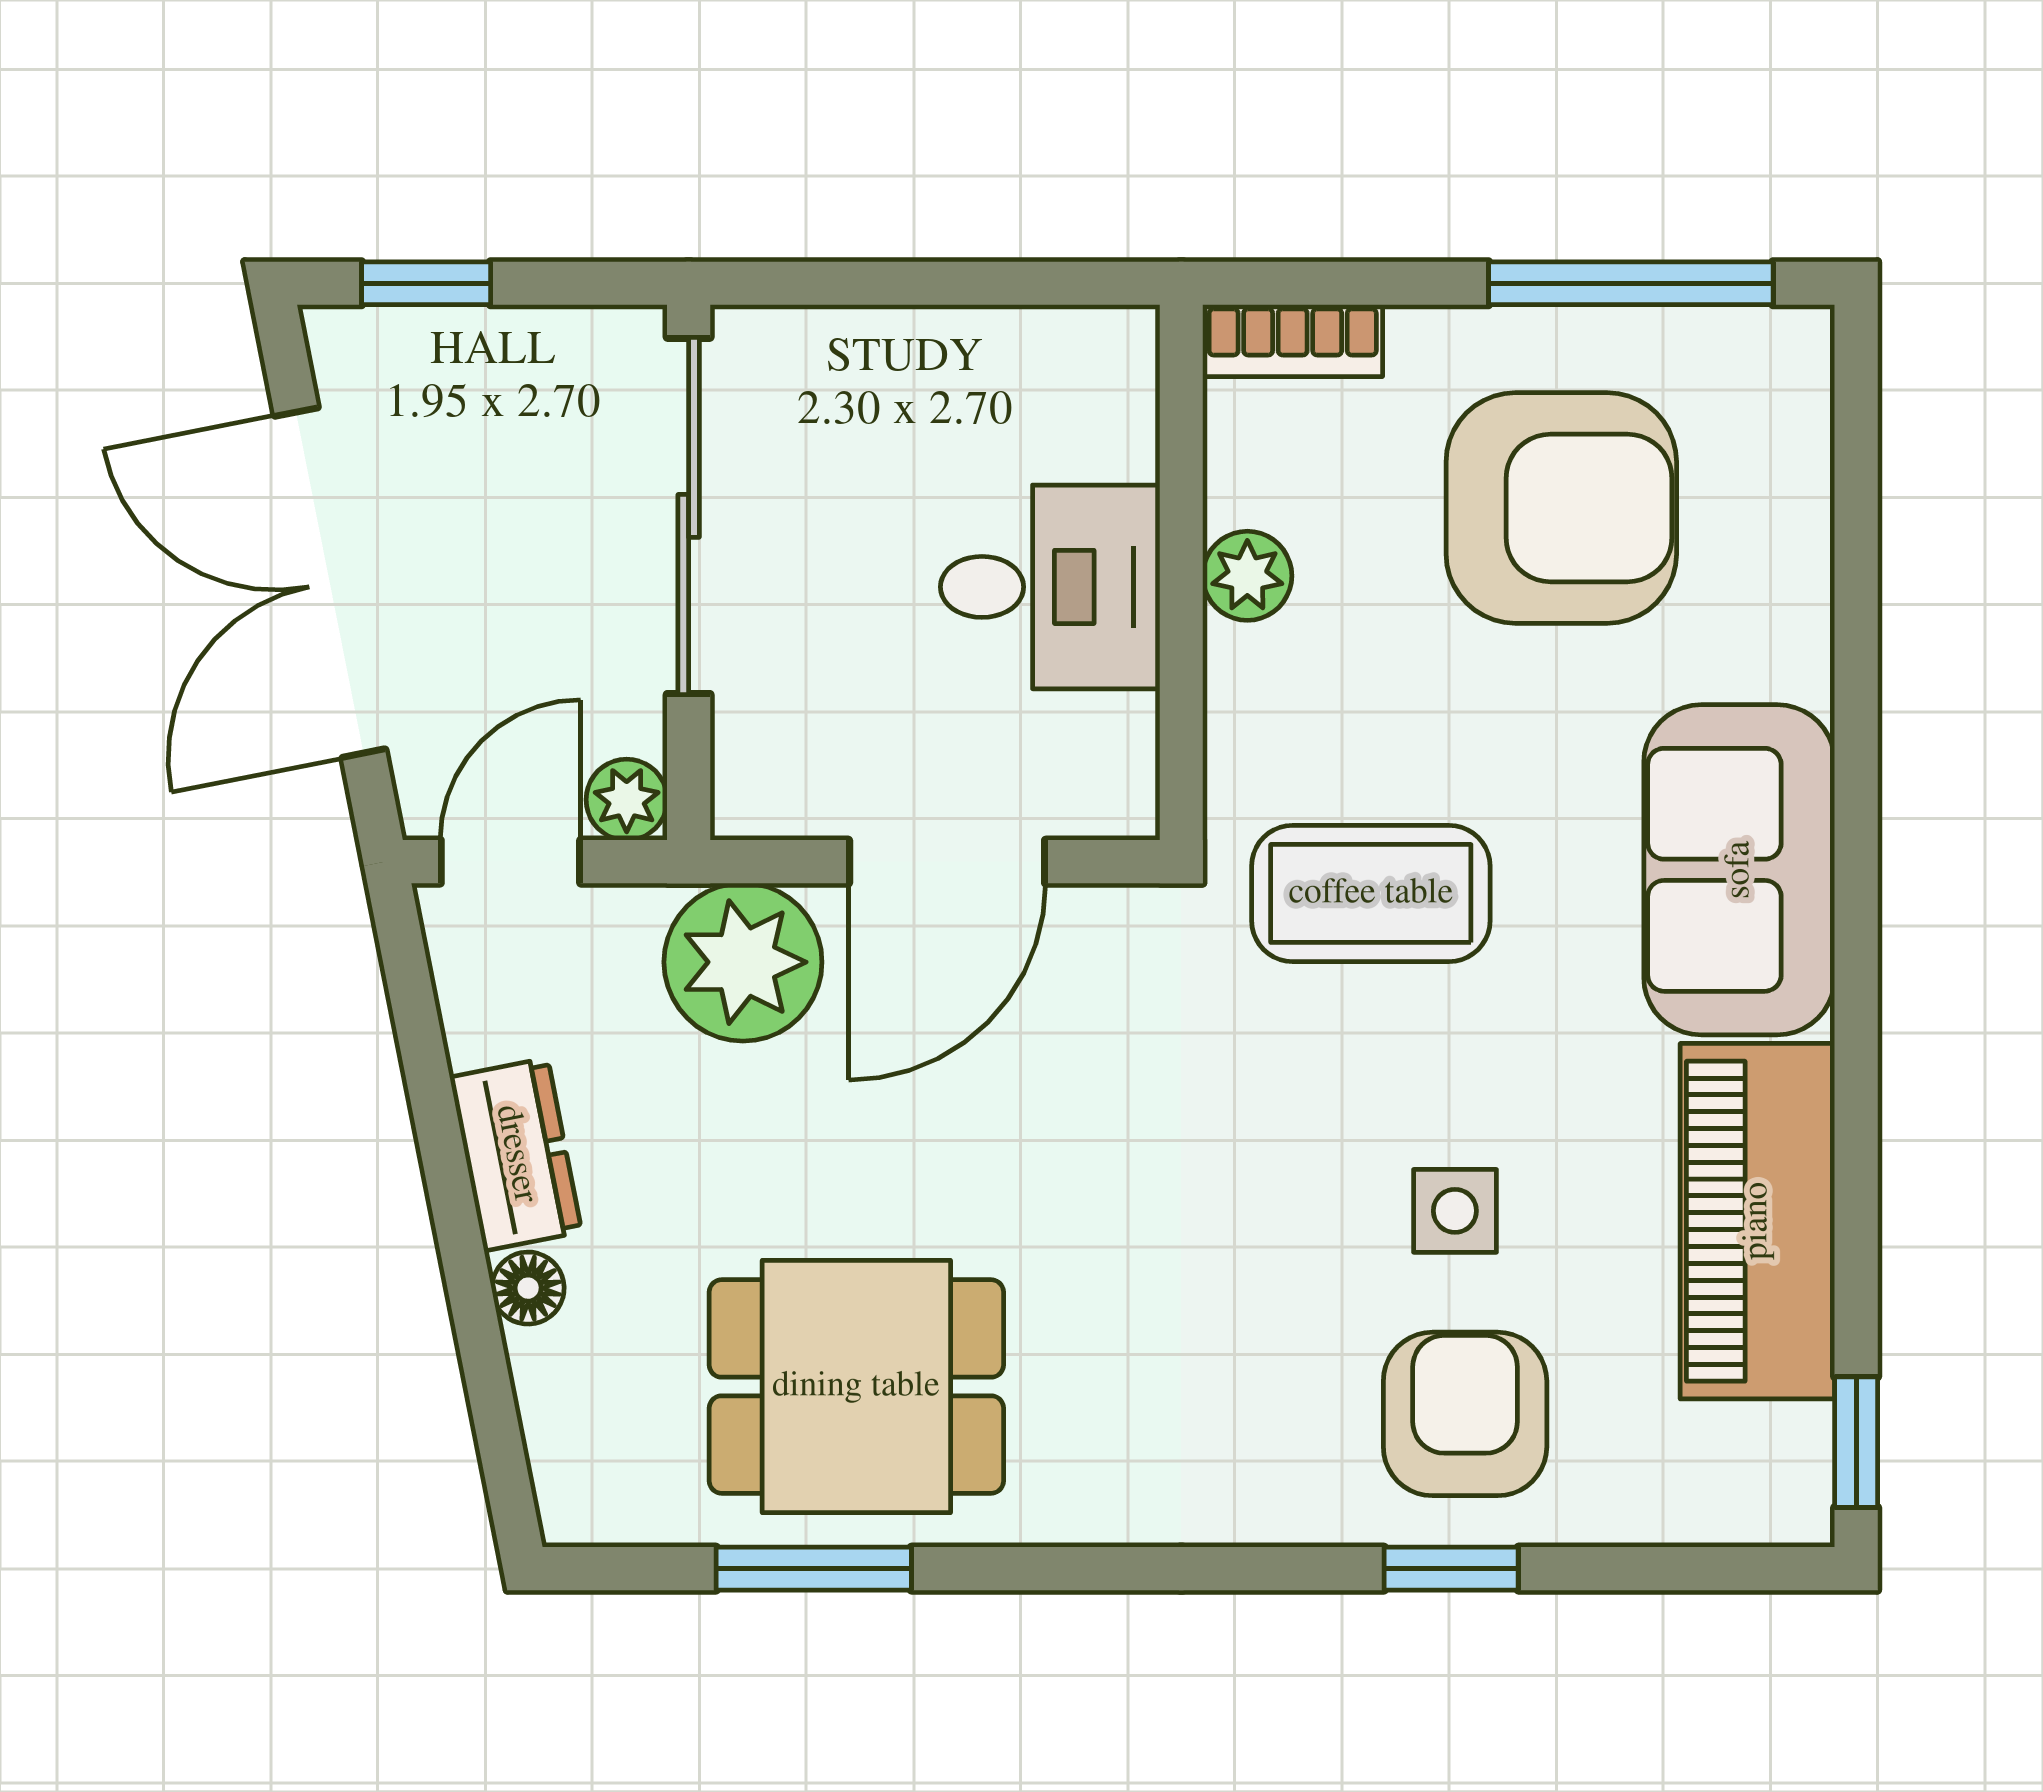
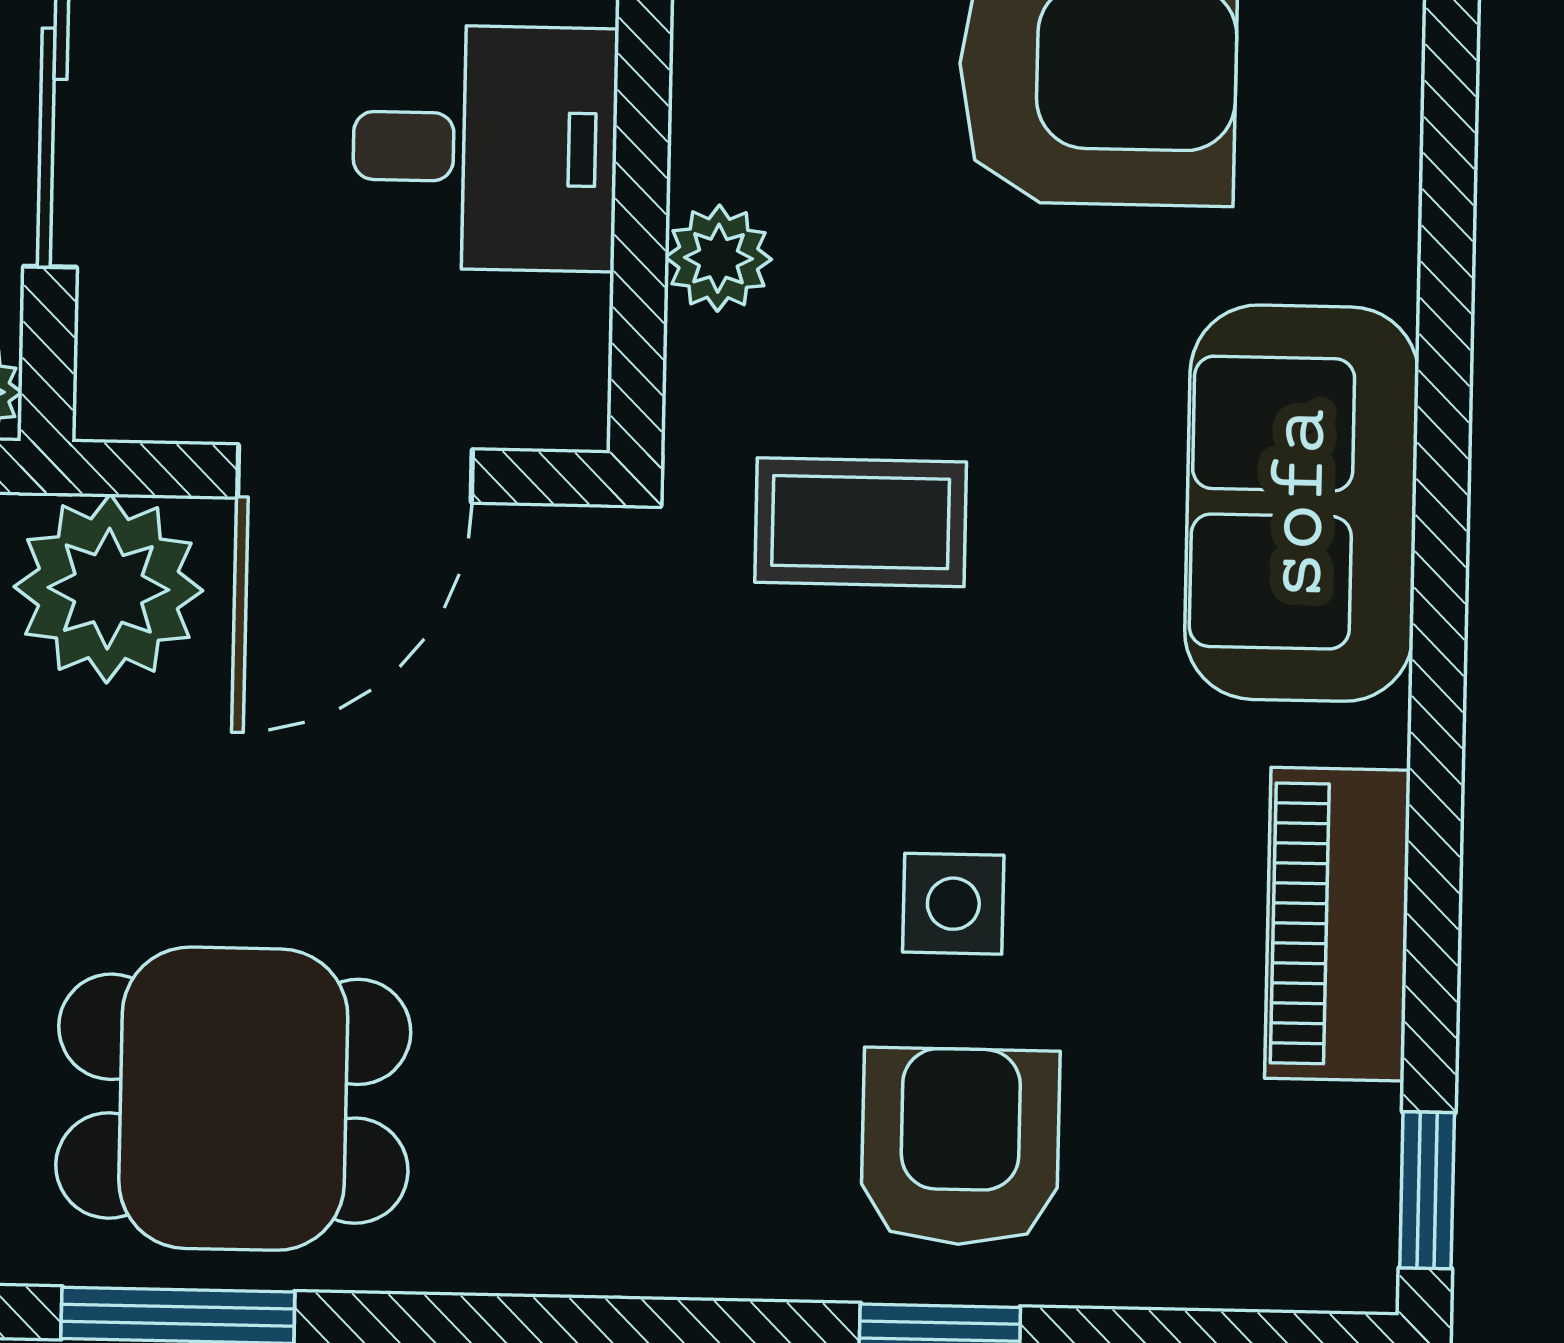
plant: (1247, 576) -> (718, 258), moved
coffee table: (1371, 893) -> (861, 522), width x0.73, depth x0.77
piano: (1757, 1221) -> (1337, 924), width x0.73, depth x0.75

